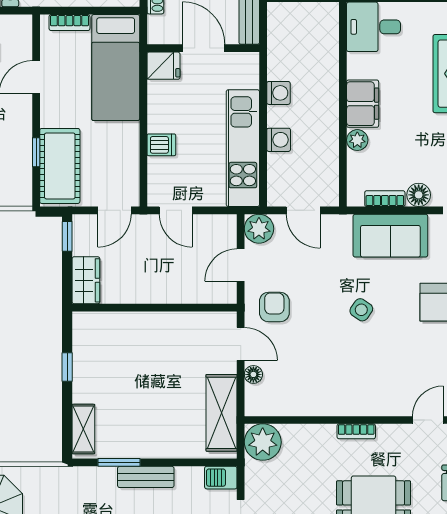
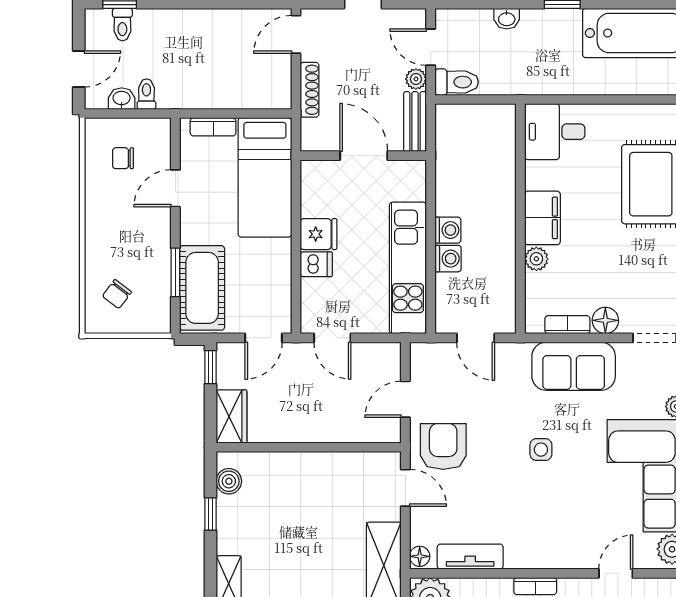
fridge: (163, 66) -> (319, 234), moved
washing machine: (278, 93) -> (448, 230), moved
window: (36, 152) -> (175, 272), width x1.50
plant: (259, 229) -> (426, 358), removed
armchair: (274, 307) -> (443, 446), width x1.38, depth x1.38
side table: (361, 310) -> (541, 450), turned -35
boiler: (84, 338) -> (229, 481), added
floor lamp: (253, 374) -> (420, 556), moved
tv unit: (298, 405) -> (470, 557), added

